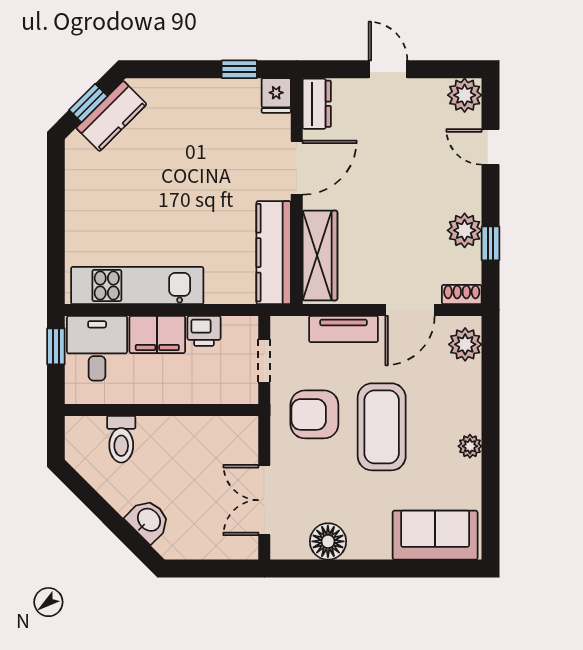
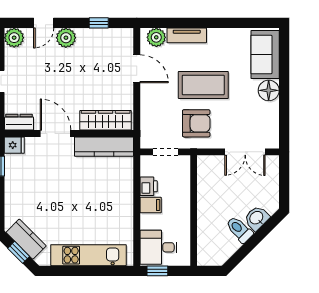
plant: (465, 230) -> (66, 38), moved
kitchen unit: (137, 286) -> (88, 255), moved, turned 90
shoe rack: (462, 294) -> (128, 39), removed
tv unit: (344, 329) -> (187, 35), moved, turned 90
filing cabinet: (157, 334) -> (151, 205), width x0.50
armchair: (314, 414) -> (196, 123), turned -90
toilet: (121, 439) -> (239, 230), moved, turned -135
plant: (470, 446) -> (214, 35), removed
floor lamp: (328, 541) -> (269, 90), moved

